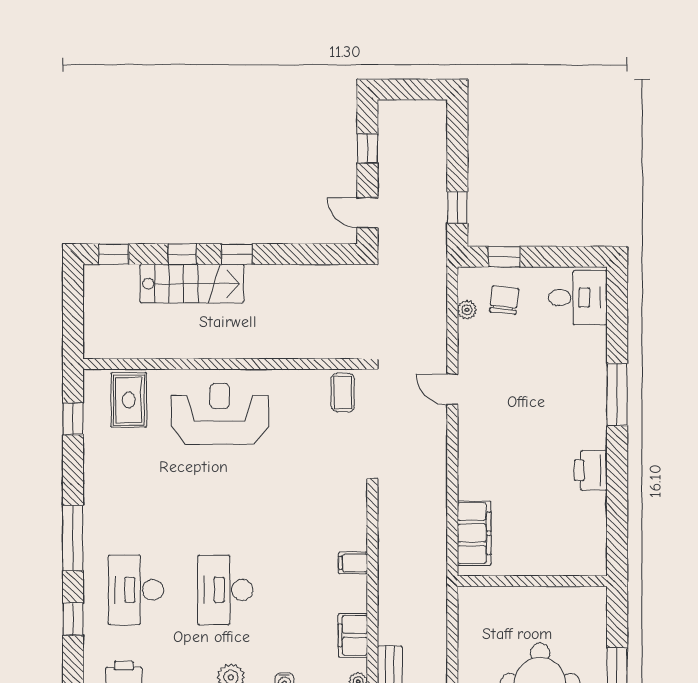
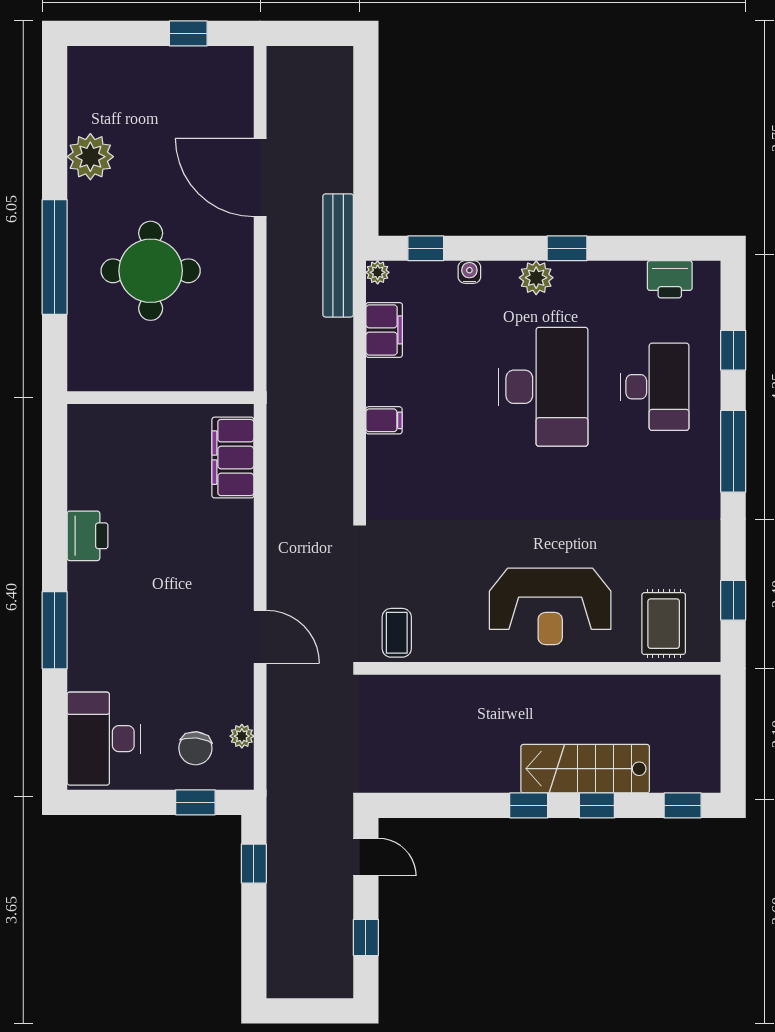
desk: (578, 298) -> (104, 739), width x1.37
door: (452, 389) -> (260, 637), width x1.38
desk: (225, 590) -> (543, 387), width x1.36, depth x1.30

